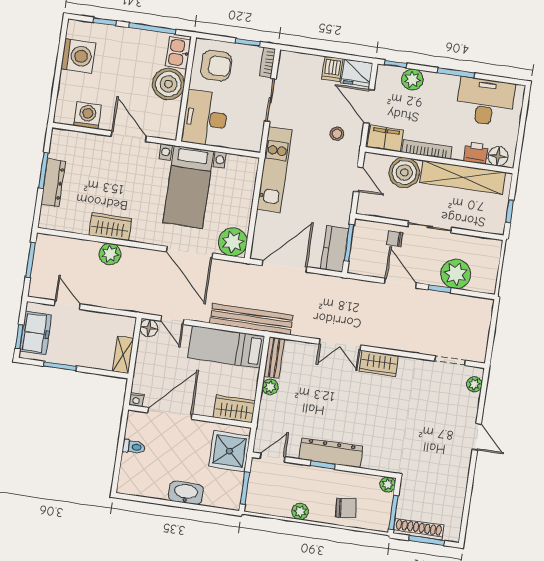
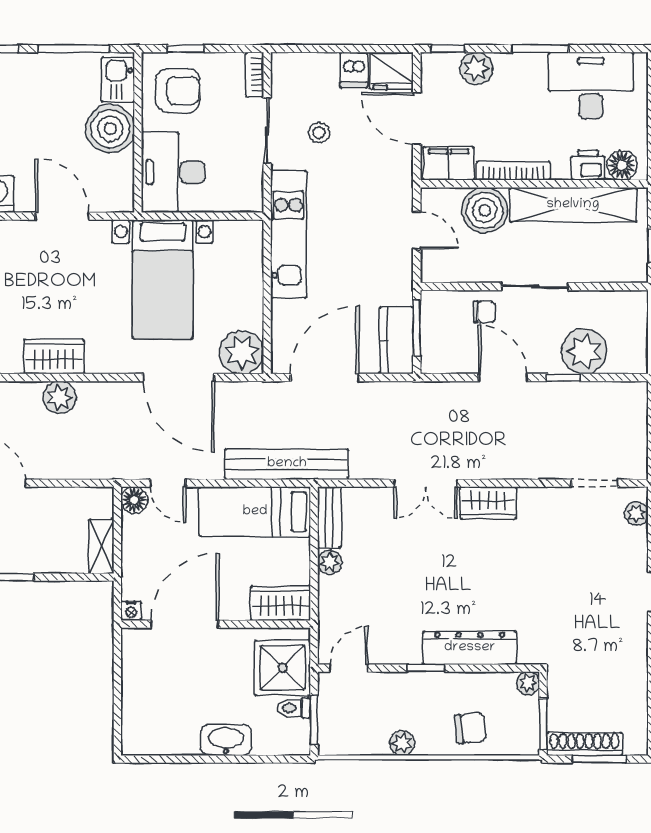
window: (248, 42) -> (186, 49), moved
stool: (337, 134) -> (319, 133), moved
chair: (395, 239) -> (484, 312), turned 180
toilet: (134, 447) -> (294, 708), moved, turned 180
dresser: (331, 453) -> (470, 648), moved

